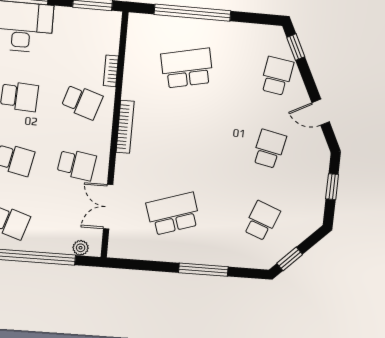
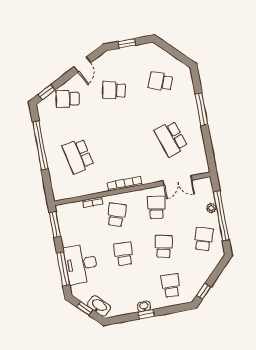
window: (192, 13) -> (40, 145), moved
plant: (81, 248) -> (211, 208), moved
window: (290, 259) -> (180, 56), removed

